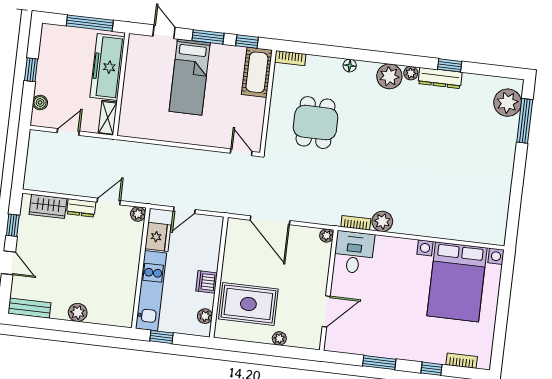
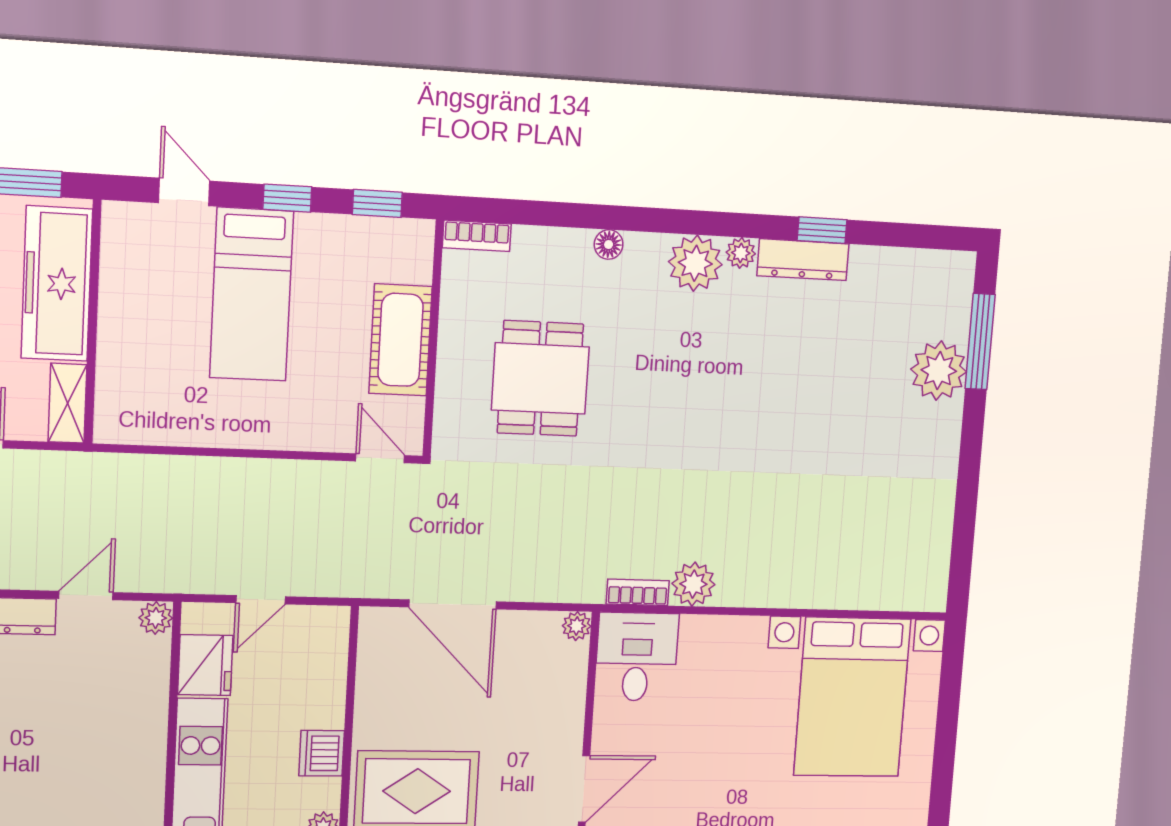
window: (208, 37) -> (287, 198), width x0.67
cot: (257, 72) -> (401, 340), moved
plant: (508, 103) -> (939, 371), moved

